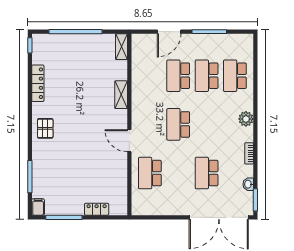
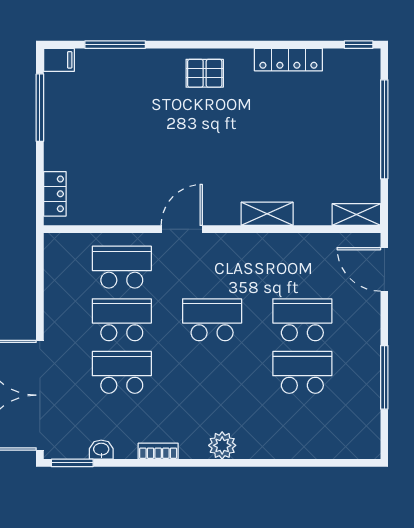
door: (169, 32) -> (384, 269), moved
school desk: (235, 76) -> (122, 320), moved
locker: (97, 209) -> (55, 194), moved

